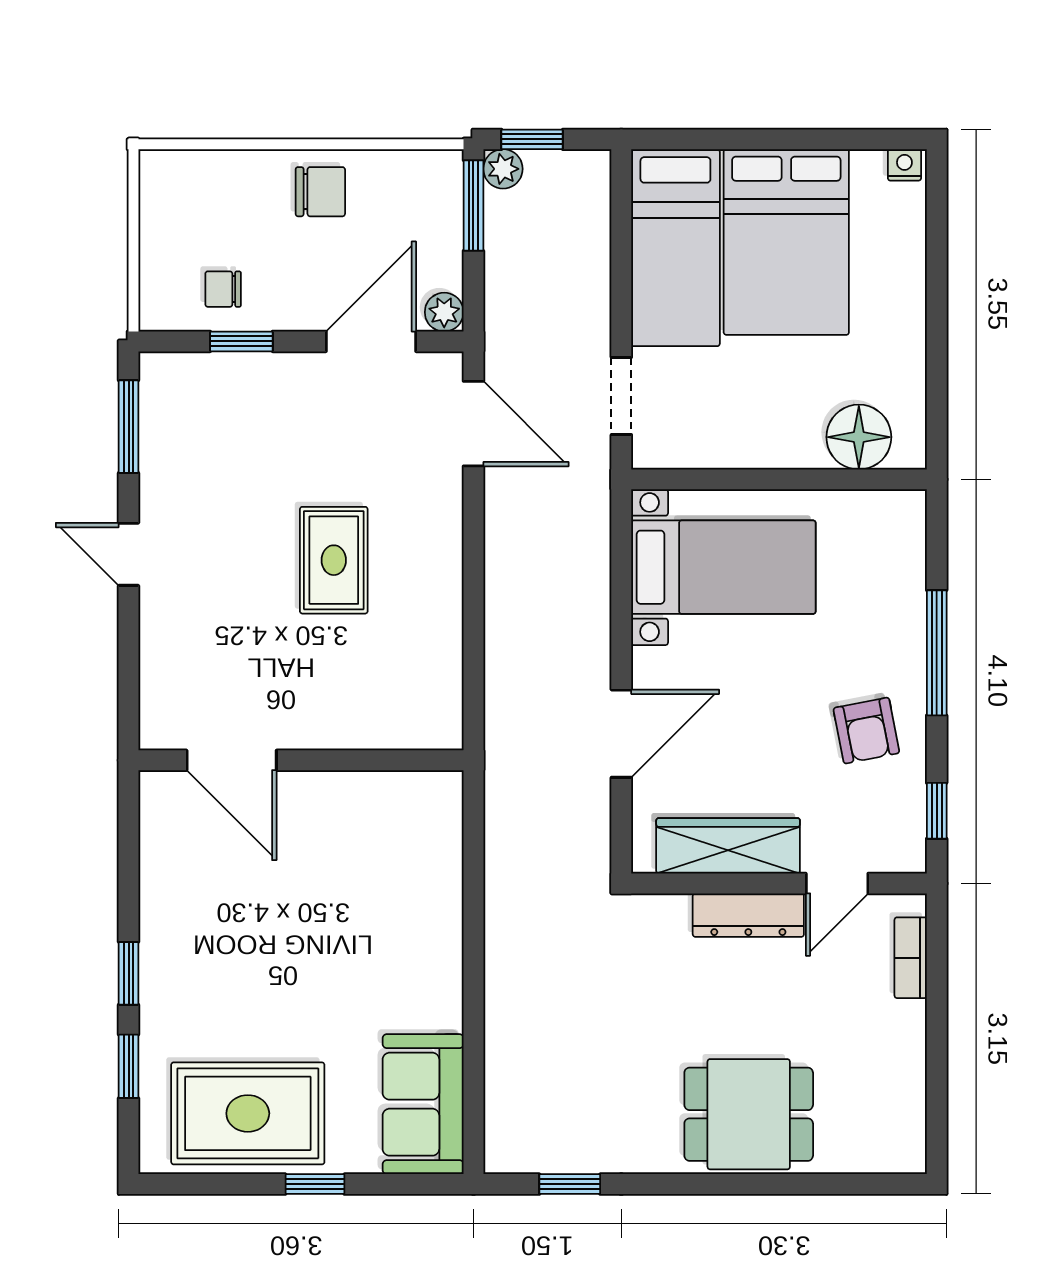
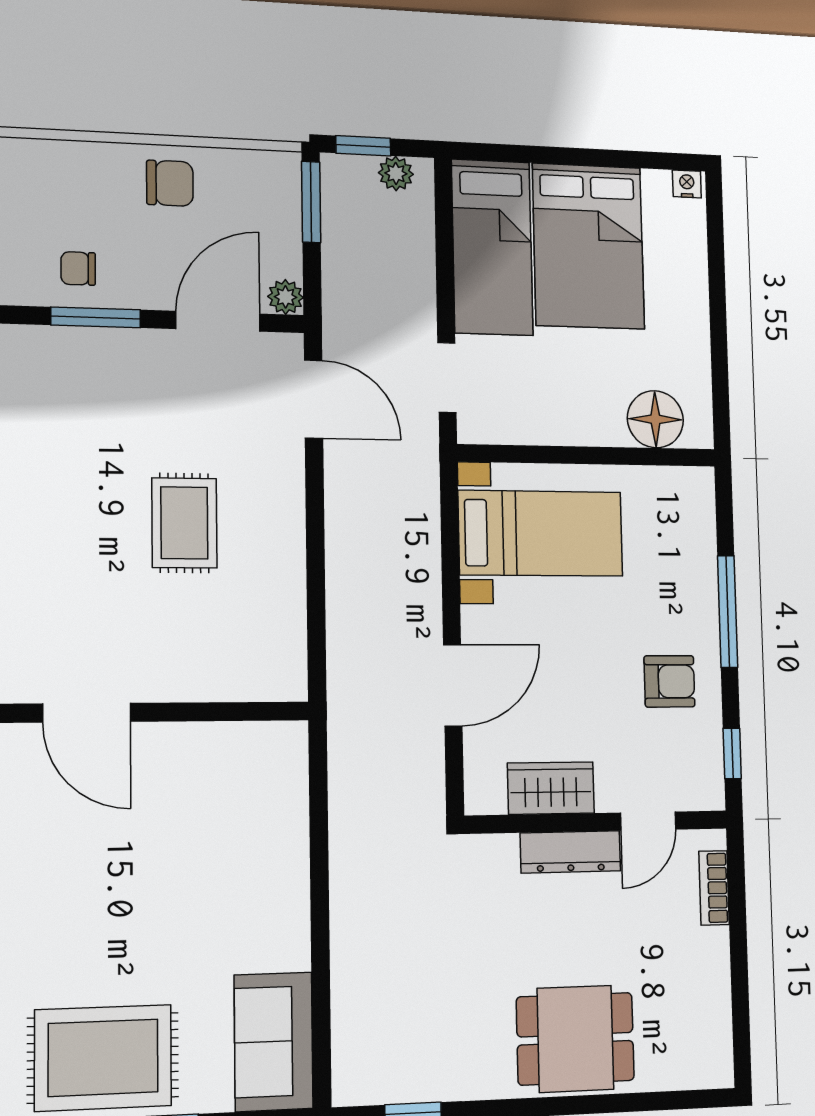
plant: (503, 169) -> (396, 173), moved
window: (241, 341) -> (96, 317), width x1.50
armchair: (866, 731) -> (669, 681), turned -79
wardrobe: (728, 846) -> (551, 788), width x0.67

